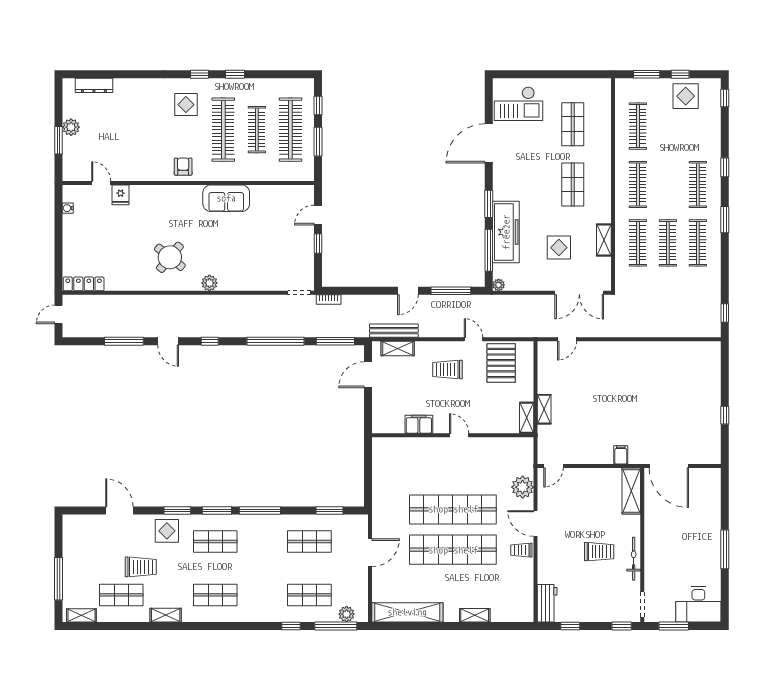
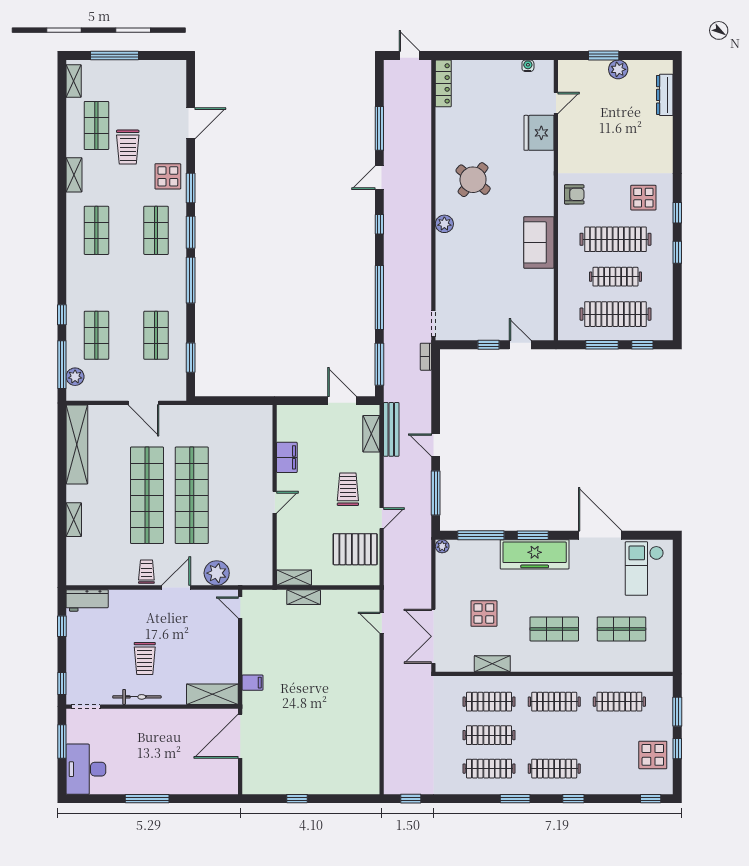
fridge: (121, 195) -> (539, 133), width x1.88, depth x1.34
freezer: (506, 232) -> (535, 554), moved

